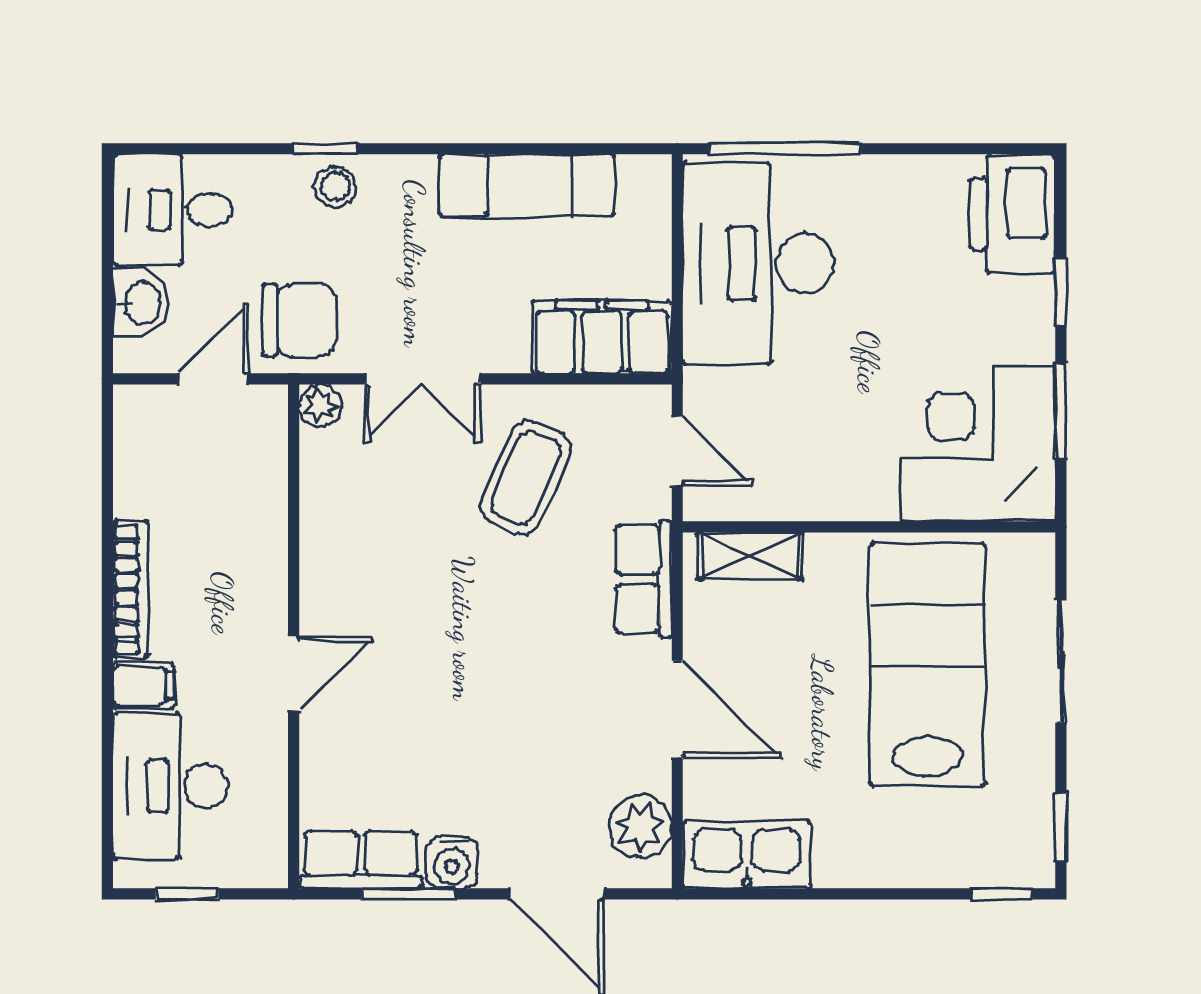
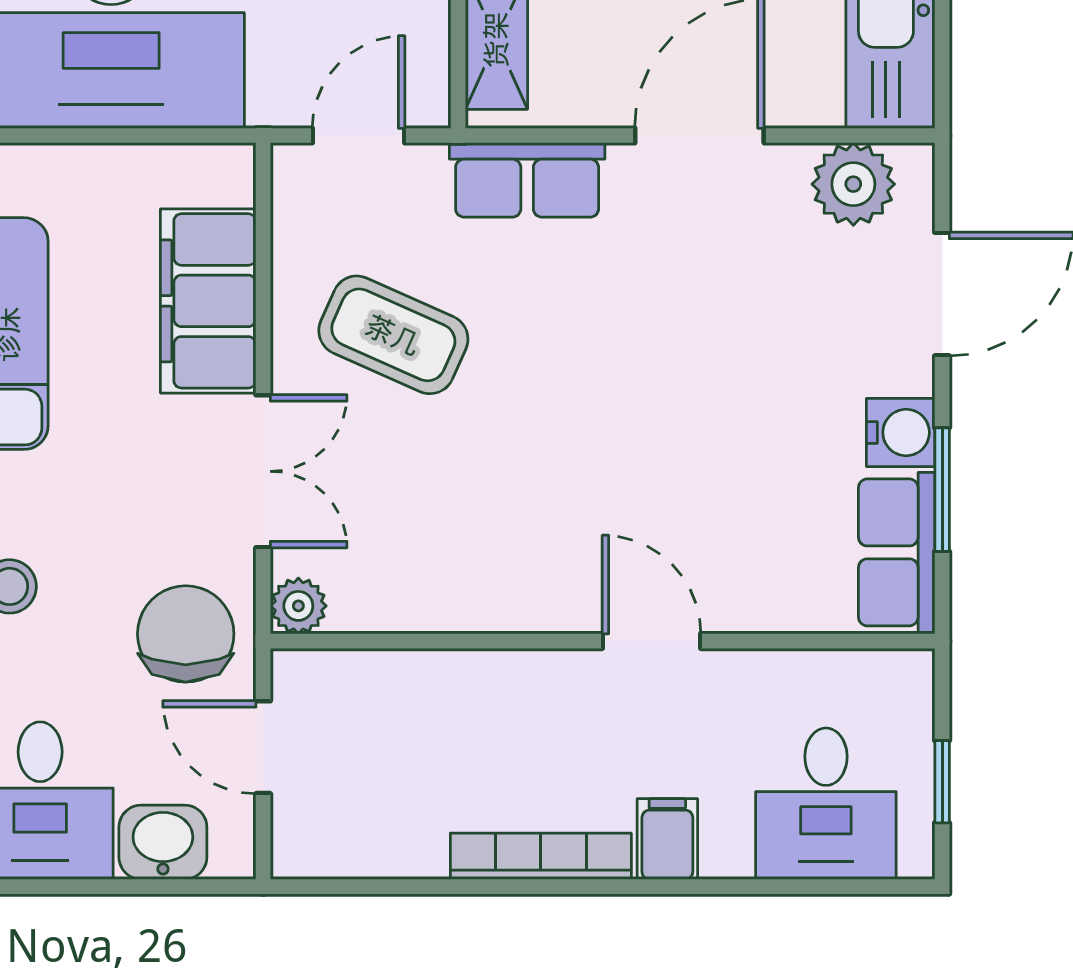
filing cabinet: (602, 337) -> (208, 301), moved
desk: (170, 786) -> (826, 804), width x0.73

